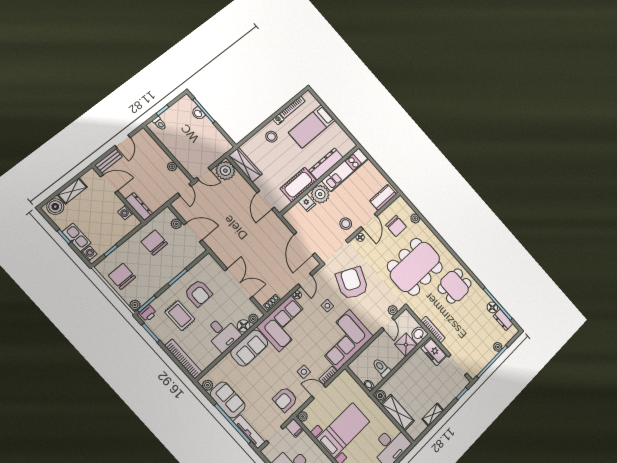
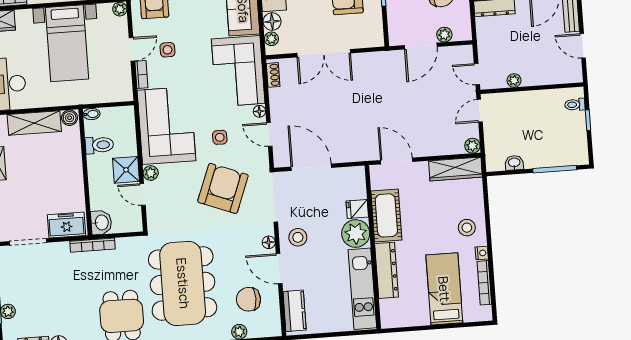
washbasin: (198, 113) -> (514, 163), moved
plant: (225, 171) -> (472, 146), width x0.53, depth x0.53
armchair: (352, 283) -> (223, 188), turned -93
plant: (393, 310) -> (151, 173), moved
shower: (406, 345) -> (126, 170), moved

